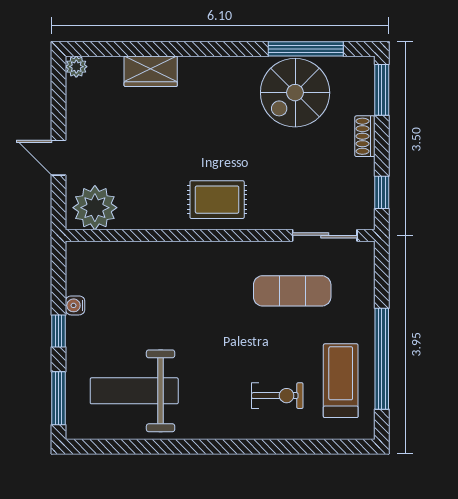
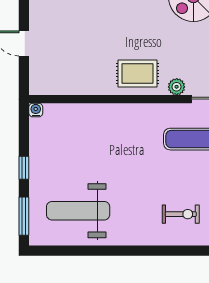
plant: (95, 208) -> (177, 87), moved, width x0.53, depth x0.53
water cooler: (75, 305) -> (36, 110), moved, turned 90

